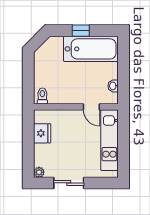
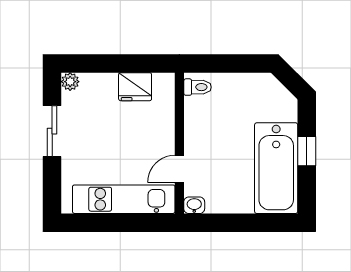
washbasin: (113, 86) -> (194, 205), moved

